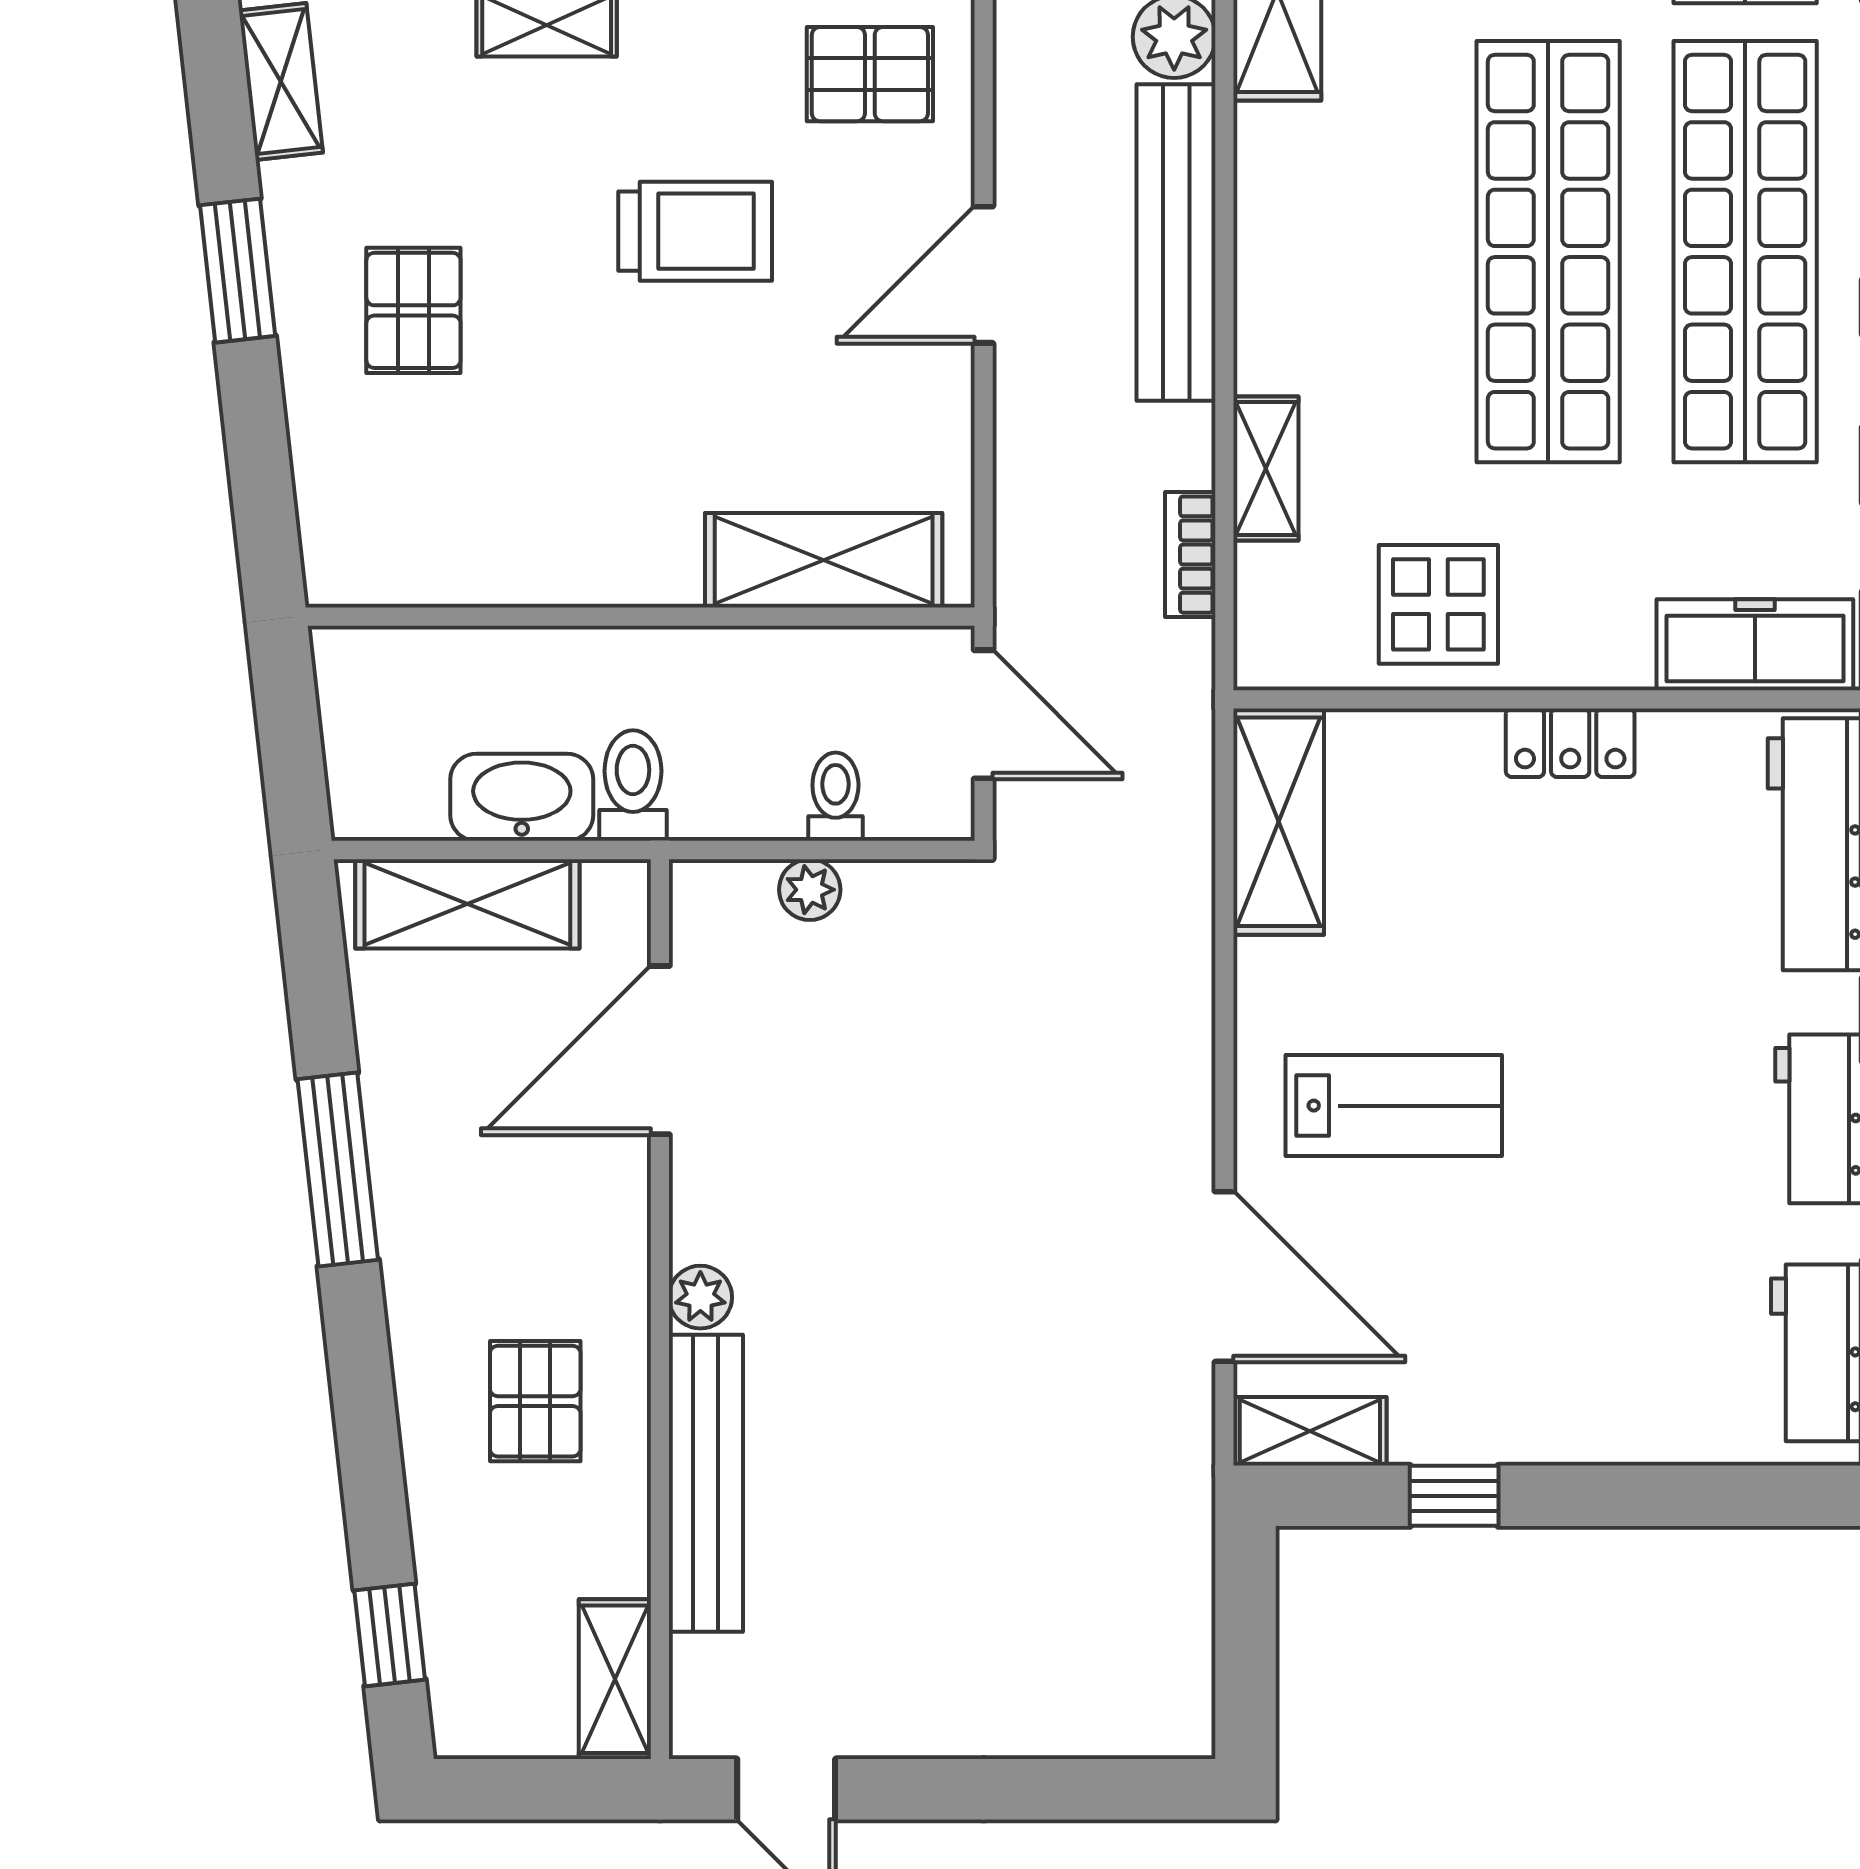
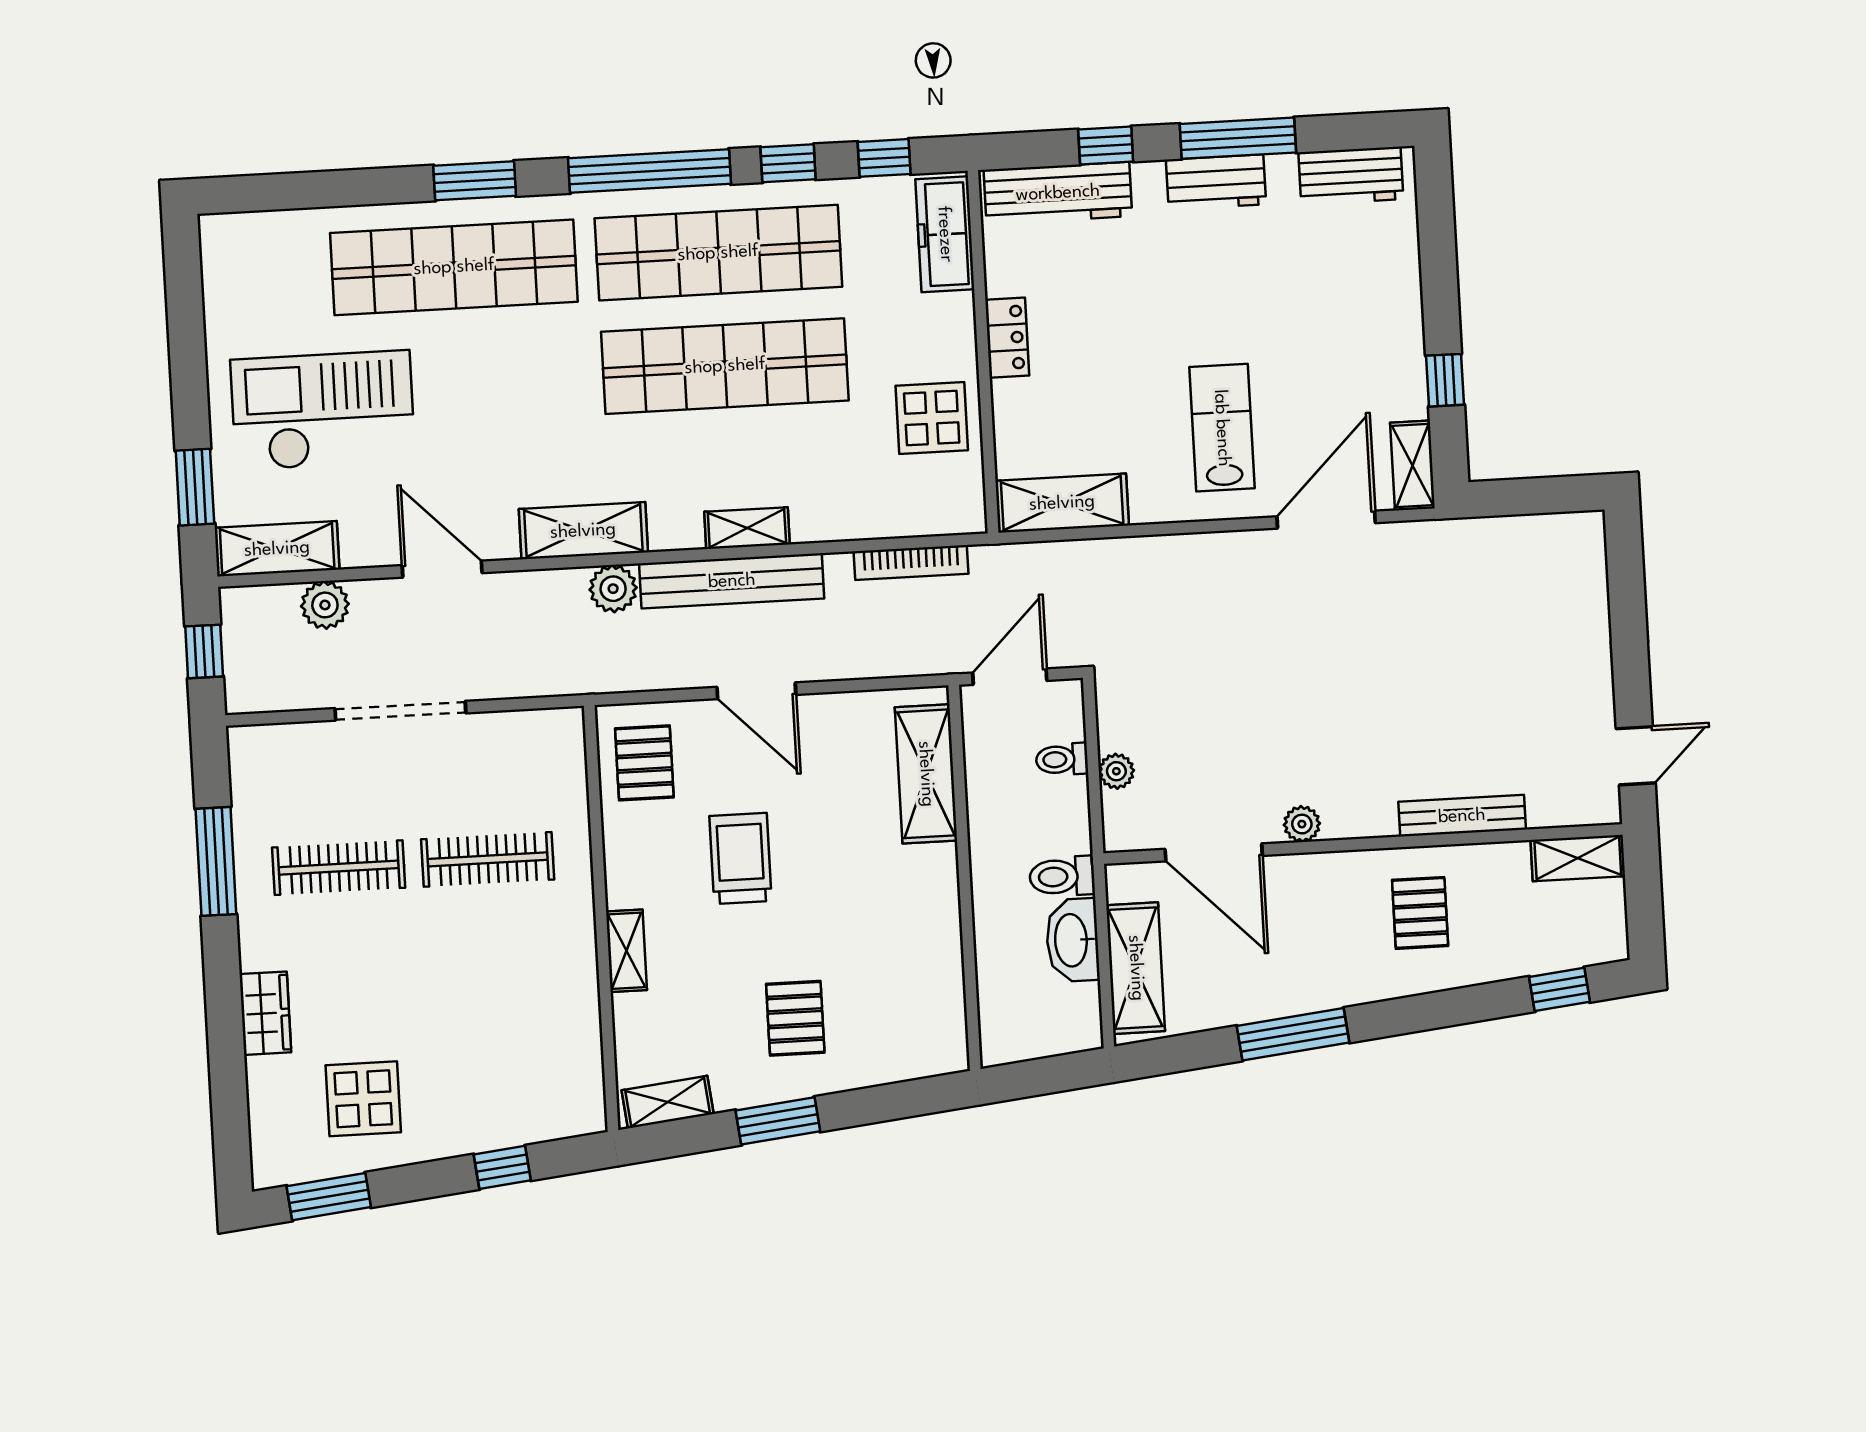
pallet: (413, 310) -> (795, 1018), turned 90
shelving: (1266, 468) -> (747, 528), moved
bookcase: (1190, 555) -> (911, 563), width x1.56
plant: (700, 1297) -> (1302, 824), moved
pallet: (535, 1401) -> (1420, 913), turned 90
bench: (706, 1483) -> (1462, 816), width x0.73, depth x0.82

